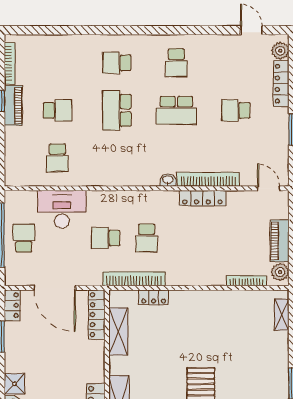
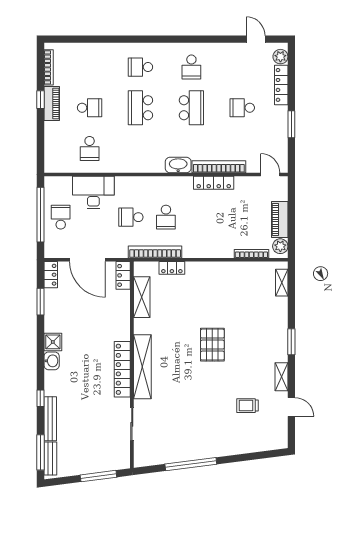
school desk: (176, 110) -> (191, 108), turned -90
washbasin: (168, 180) -> (178, 165), width x1.91, depth x1.45
locker: (97, 315) -> (123, 275), width x0.66

